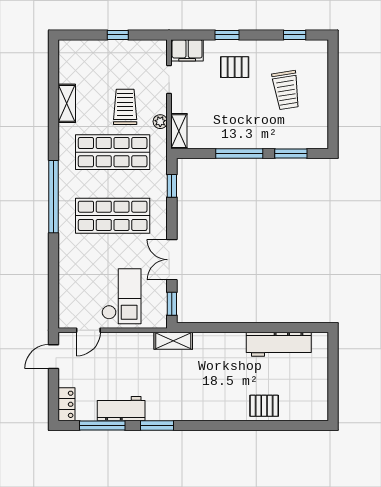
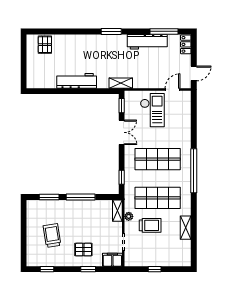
trolley: (125, 107) -> (150, 225), turned -90
checkout: (121, 296) -> (152, 110), turned 180
workbench: (279, 344) -> (77, 81), moved
pallet: (264, 406) -> (45, 45), moved, turned 90
workbench: (121, 409) -> (147, 42), width x1.38
window: (157, 426) -> (111, 31), moved

